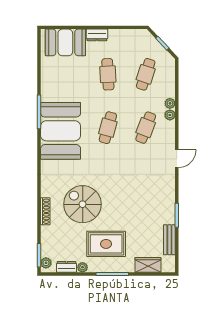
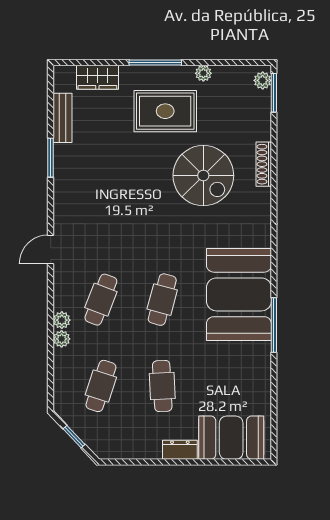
dresser: (67, 267) -> (229, 74), removed

